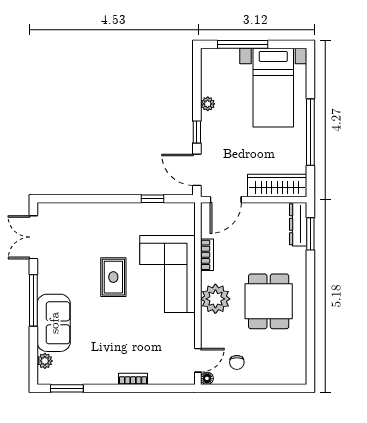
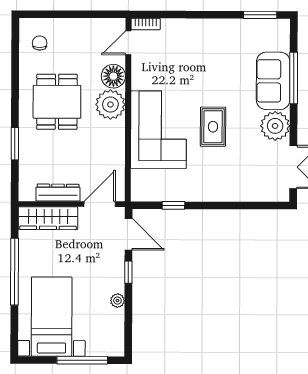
dresser: (298, 224) -> (58, 193), moved, turned -90
window: (310, 234) -> (15, 144), moved
bookcase: (207, 255) -> (119, 149), removed
window: (33, 300) -> (294, 78), moved
plant: (45, 361) -> (275, 126), moved, width x1.87, depth x1.87
chair: (237, 362) -> (40, 43), moved
floor lamp: (207, 378) -> (113, 76), moved, width x1.89, depth x1.89
bookcase: (133, 379) -> (146, 24), moved

